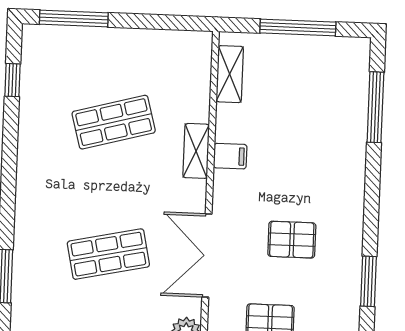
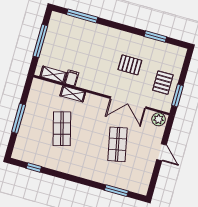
window: (74, 18) -> (19, 118), moved
shelving: (196, 151) -> (73, 94), moved
filing cabinet: (230, 156) -> (72, 78), moved
pallet: (292, 240) -> (130, 65), turned 90

